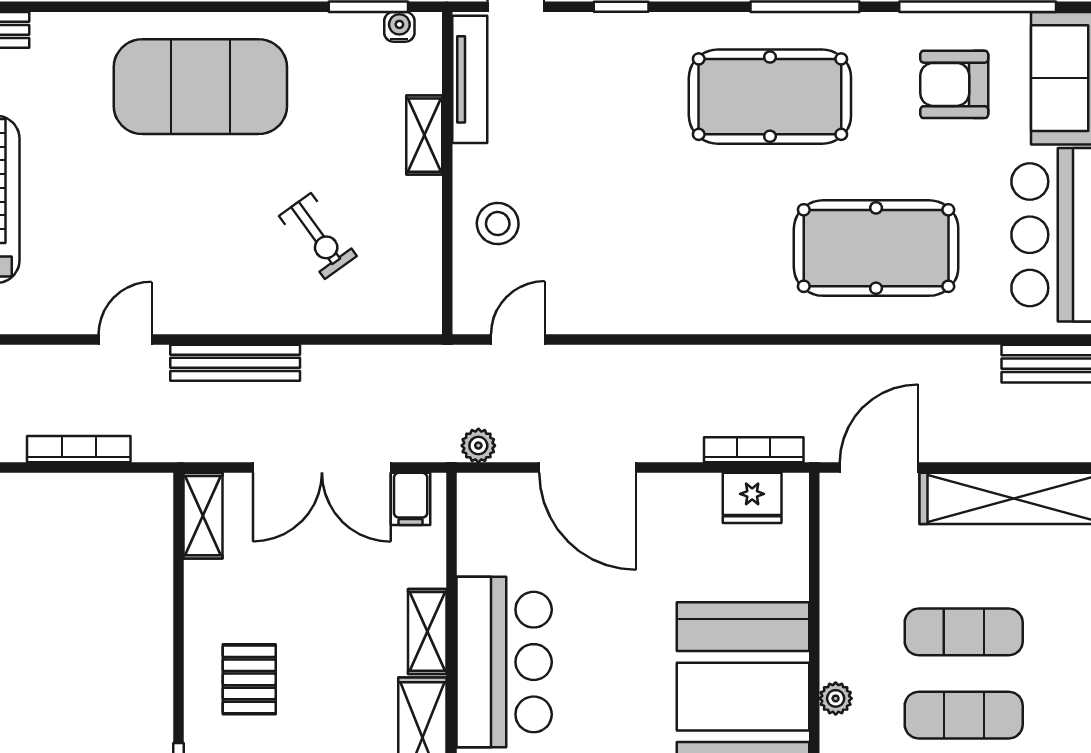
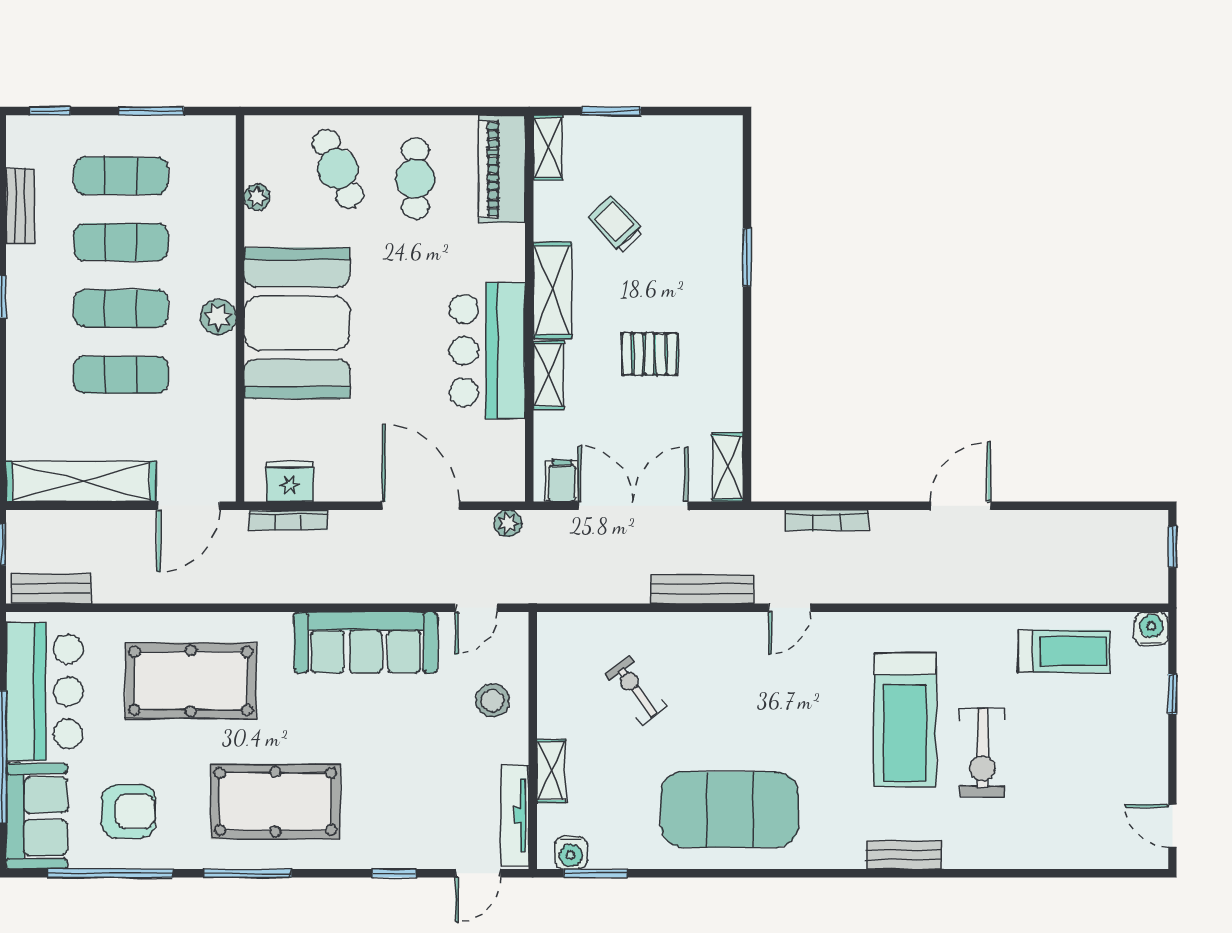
water cooler: (399, 27) -> (571, 853), width x1.38, depth x1.38
sofa: (657, 296) -> (366, 642), added
pallet: (249, 679) -> (650, 354), moved, turned 90
plant: (836, 698) -> (218, 317), width x1.38, depth x1.38

